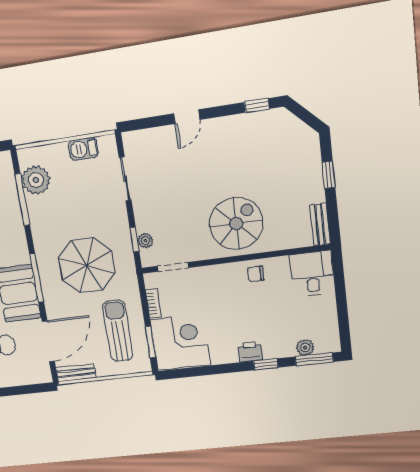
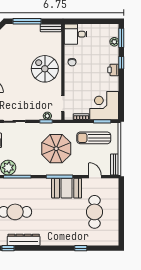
window: (329, 175) -> (27, 21), width x2.17
door: (48, 341) -> (95, 177), width x0.53

